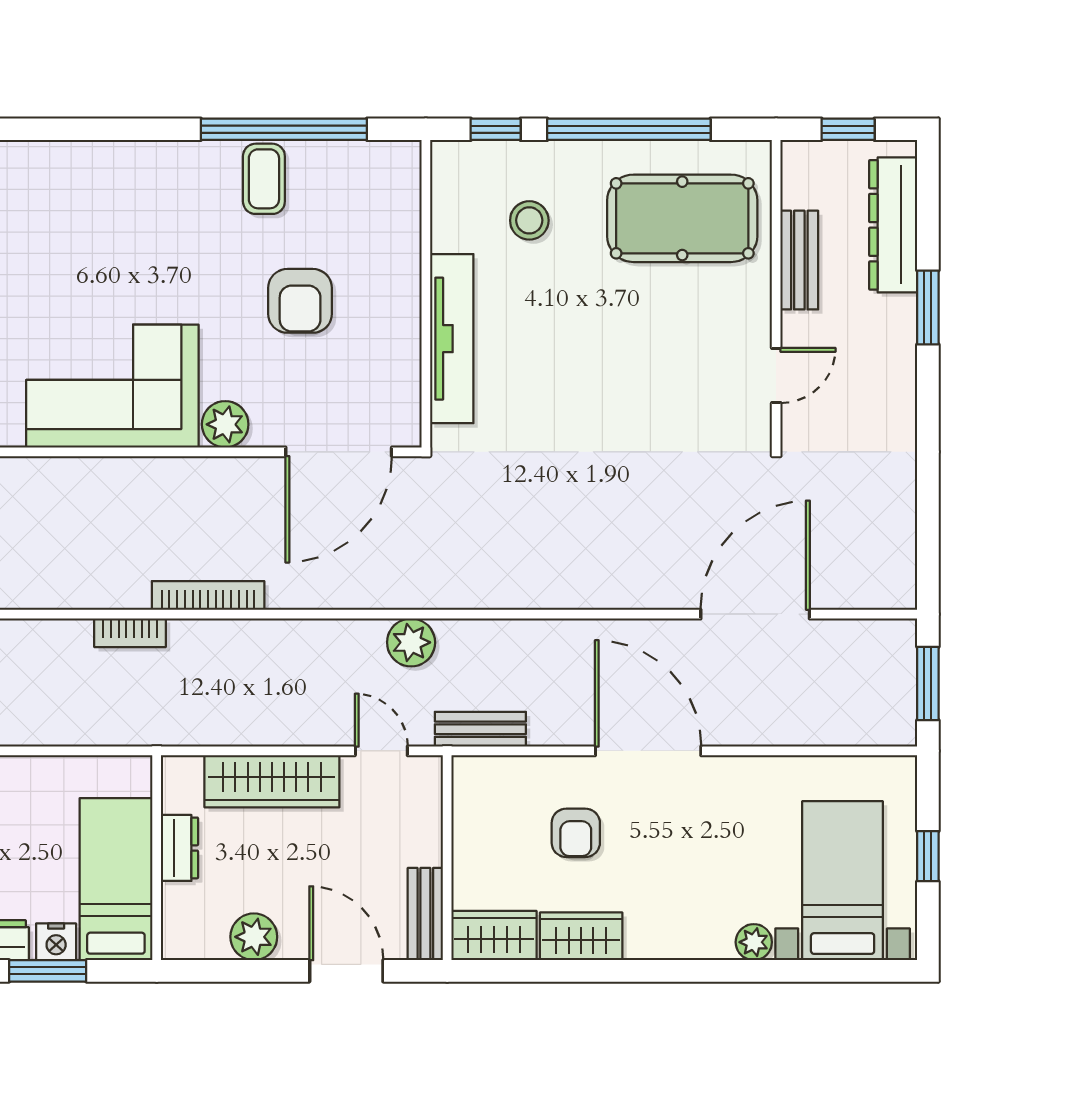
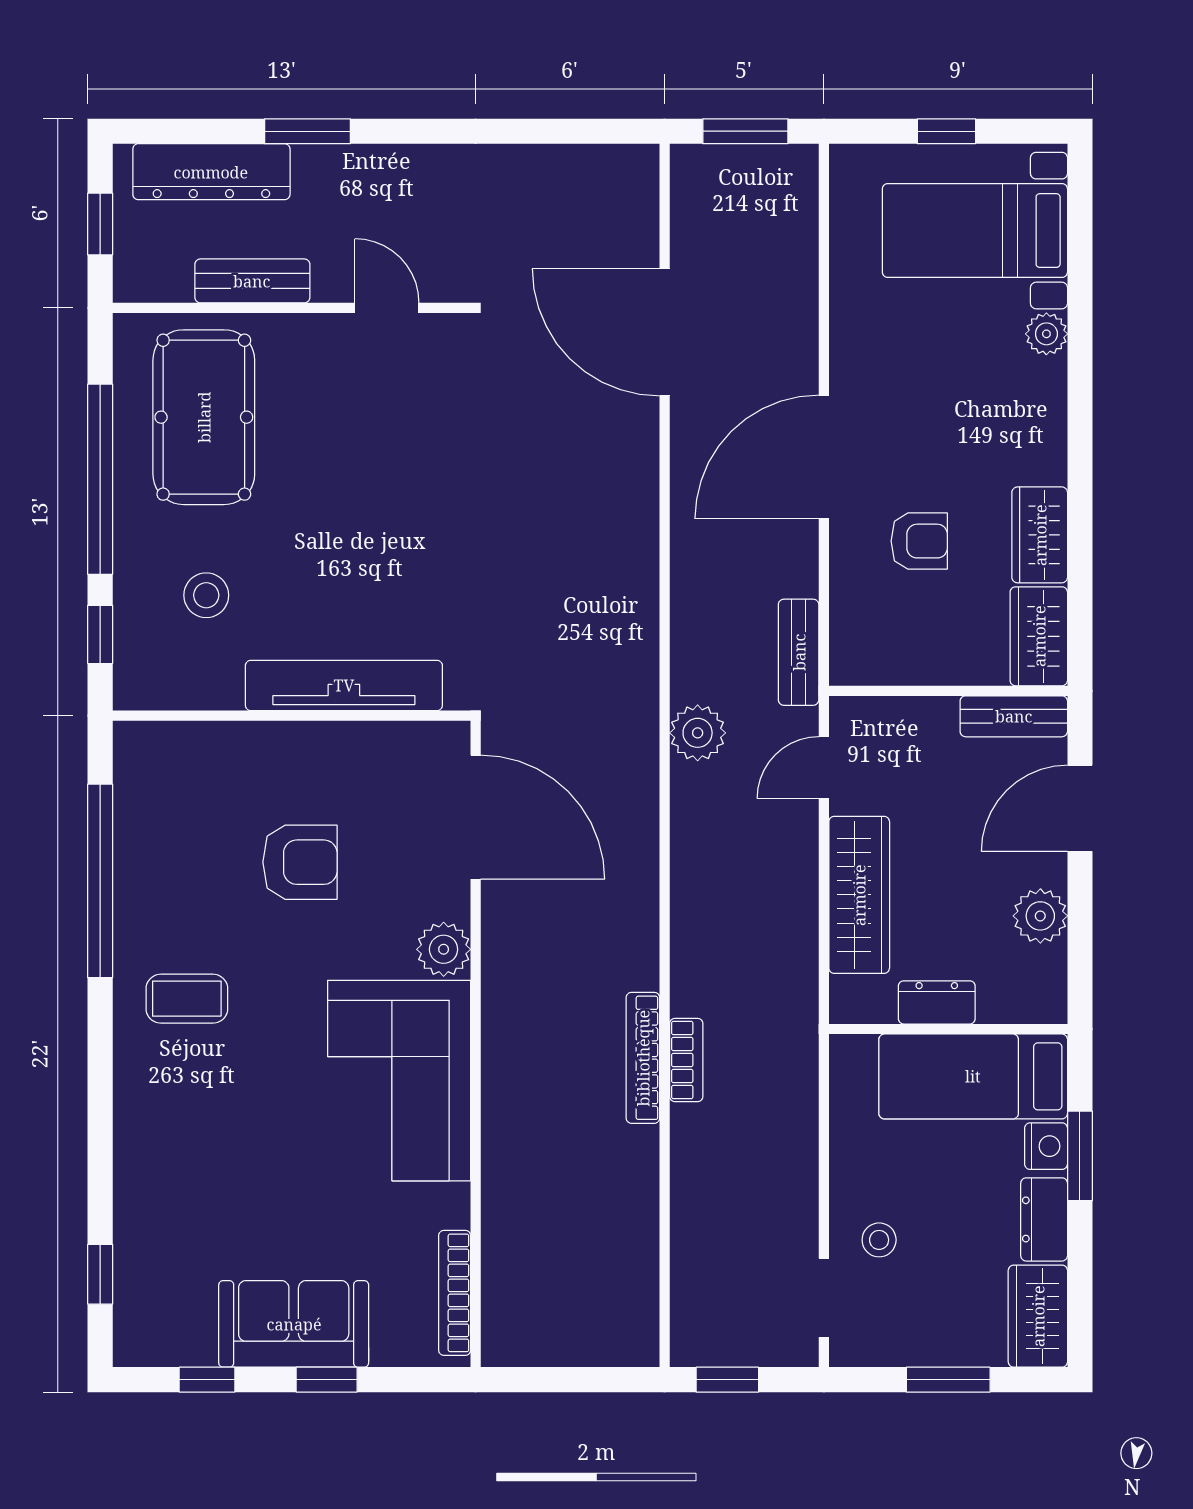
coffee table: (264, 179) -> (187, 999), moved
bookcase: (208, 595) -> (643, 1058), moved

